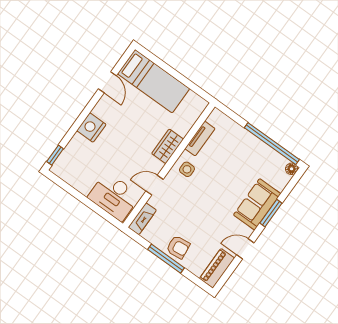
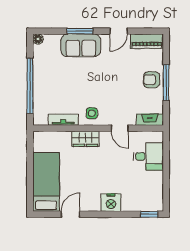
window: (272, 144) -> (30, 86), moved
desk: (114, 196) -> (148, 156), width x0.73
armchair: (178, 247) -> (152, 80), turned -84
door: (245, 249) -> (119, 31), hinge flipped

